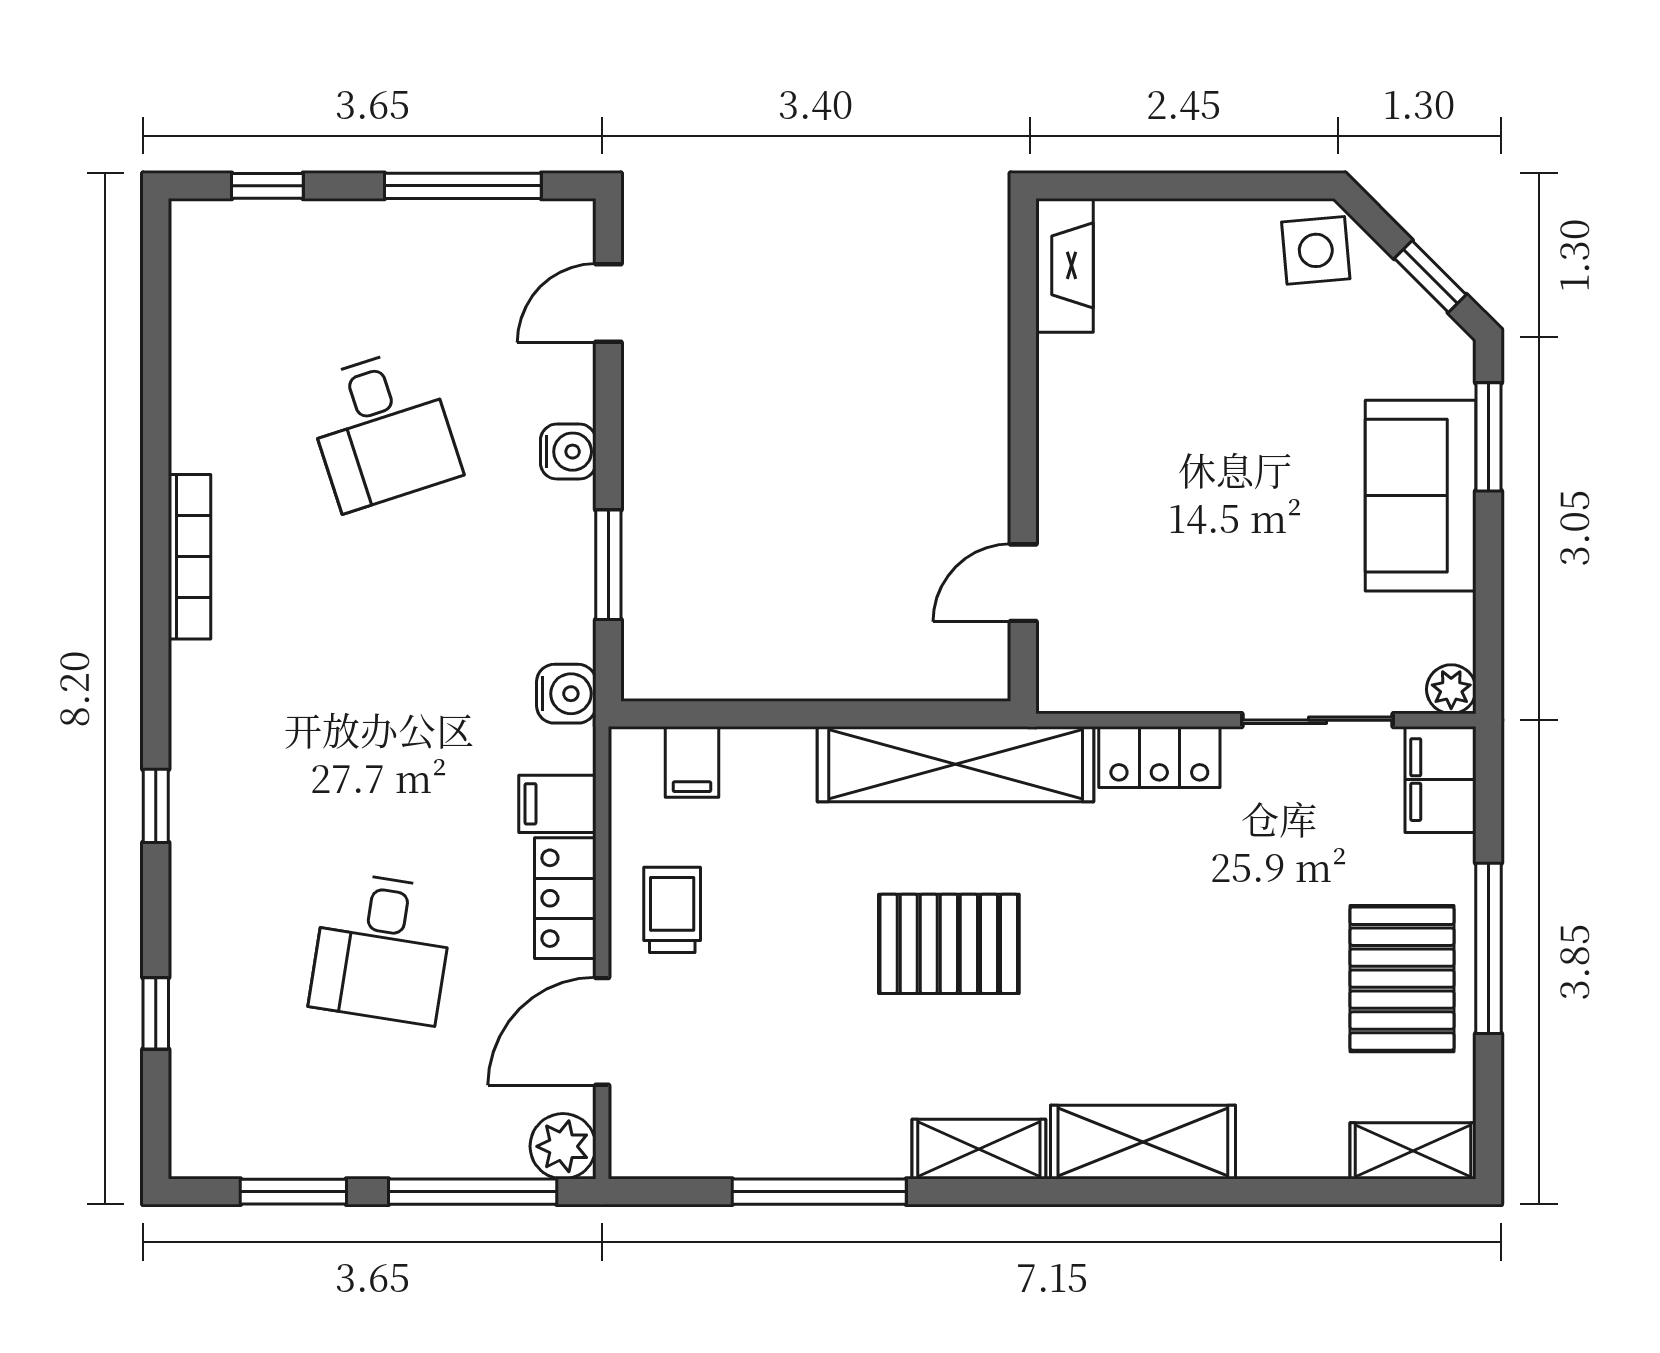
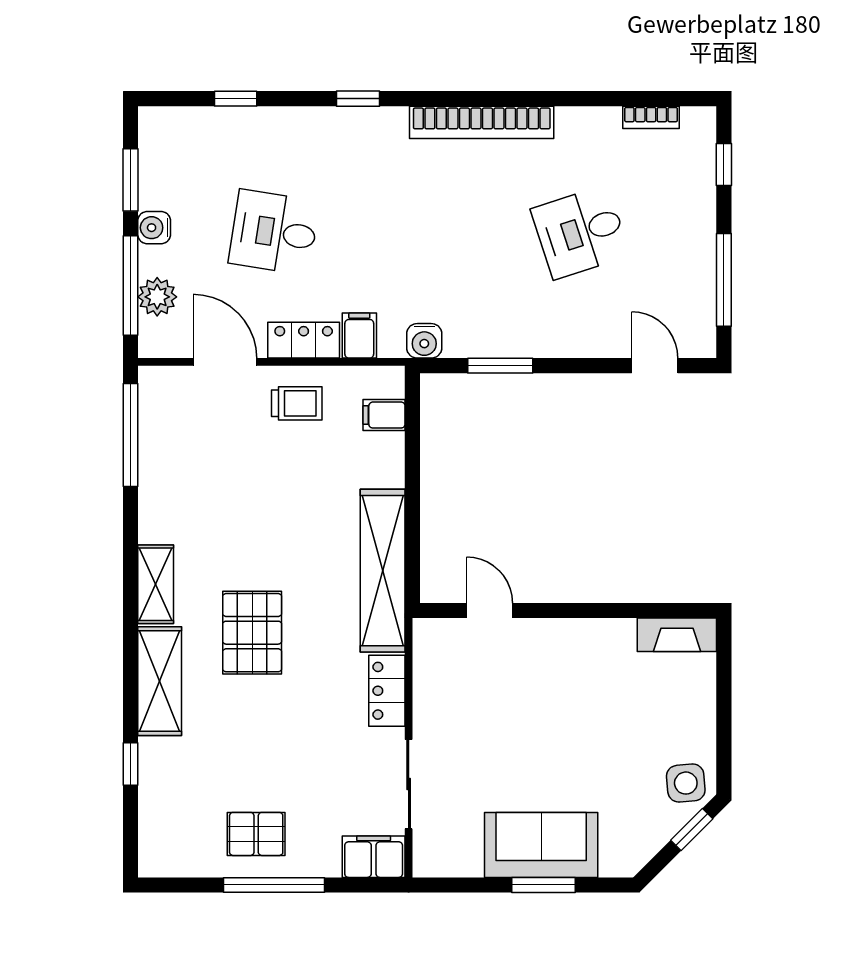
window: (1430, 276) -> (692, 829), moved
bookcase: (187, 309) -> (651, 117), added
window: (1488, 437) -> (543, 885), moved
water cooler: (568, 452) -> (154, 228), moved, turned 90
bookcase: (189, 557) -> (482, 122), width x1.48, depth x1.31
plant: (1451, 689) -> (427, 863), removed
pallet: (949, 944) -> (252, 633), moved
pallet: (1402, 979) -> (256, 834), width x0.67, depth x0.71
plant: (563, 1146) -> (157, 297), moved
shelving: (1413, 1151) -> (155, 840), removed
window: (819, 1192) -> (130, 435), moved
window: (1284, 1192) -> (130, 764), added

